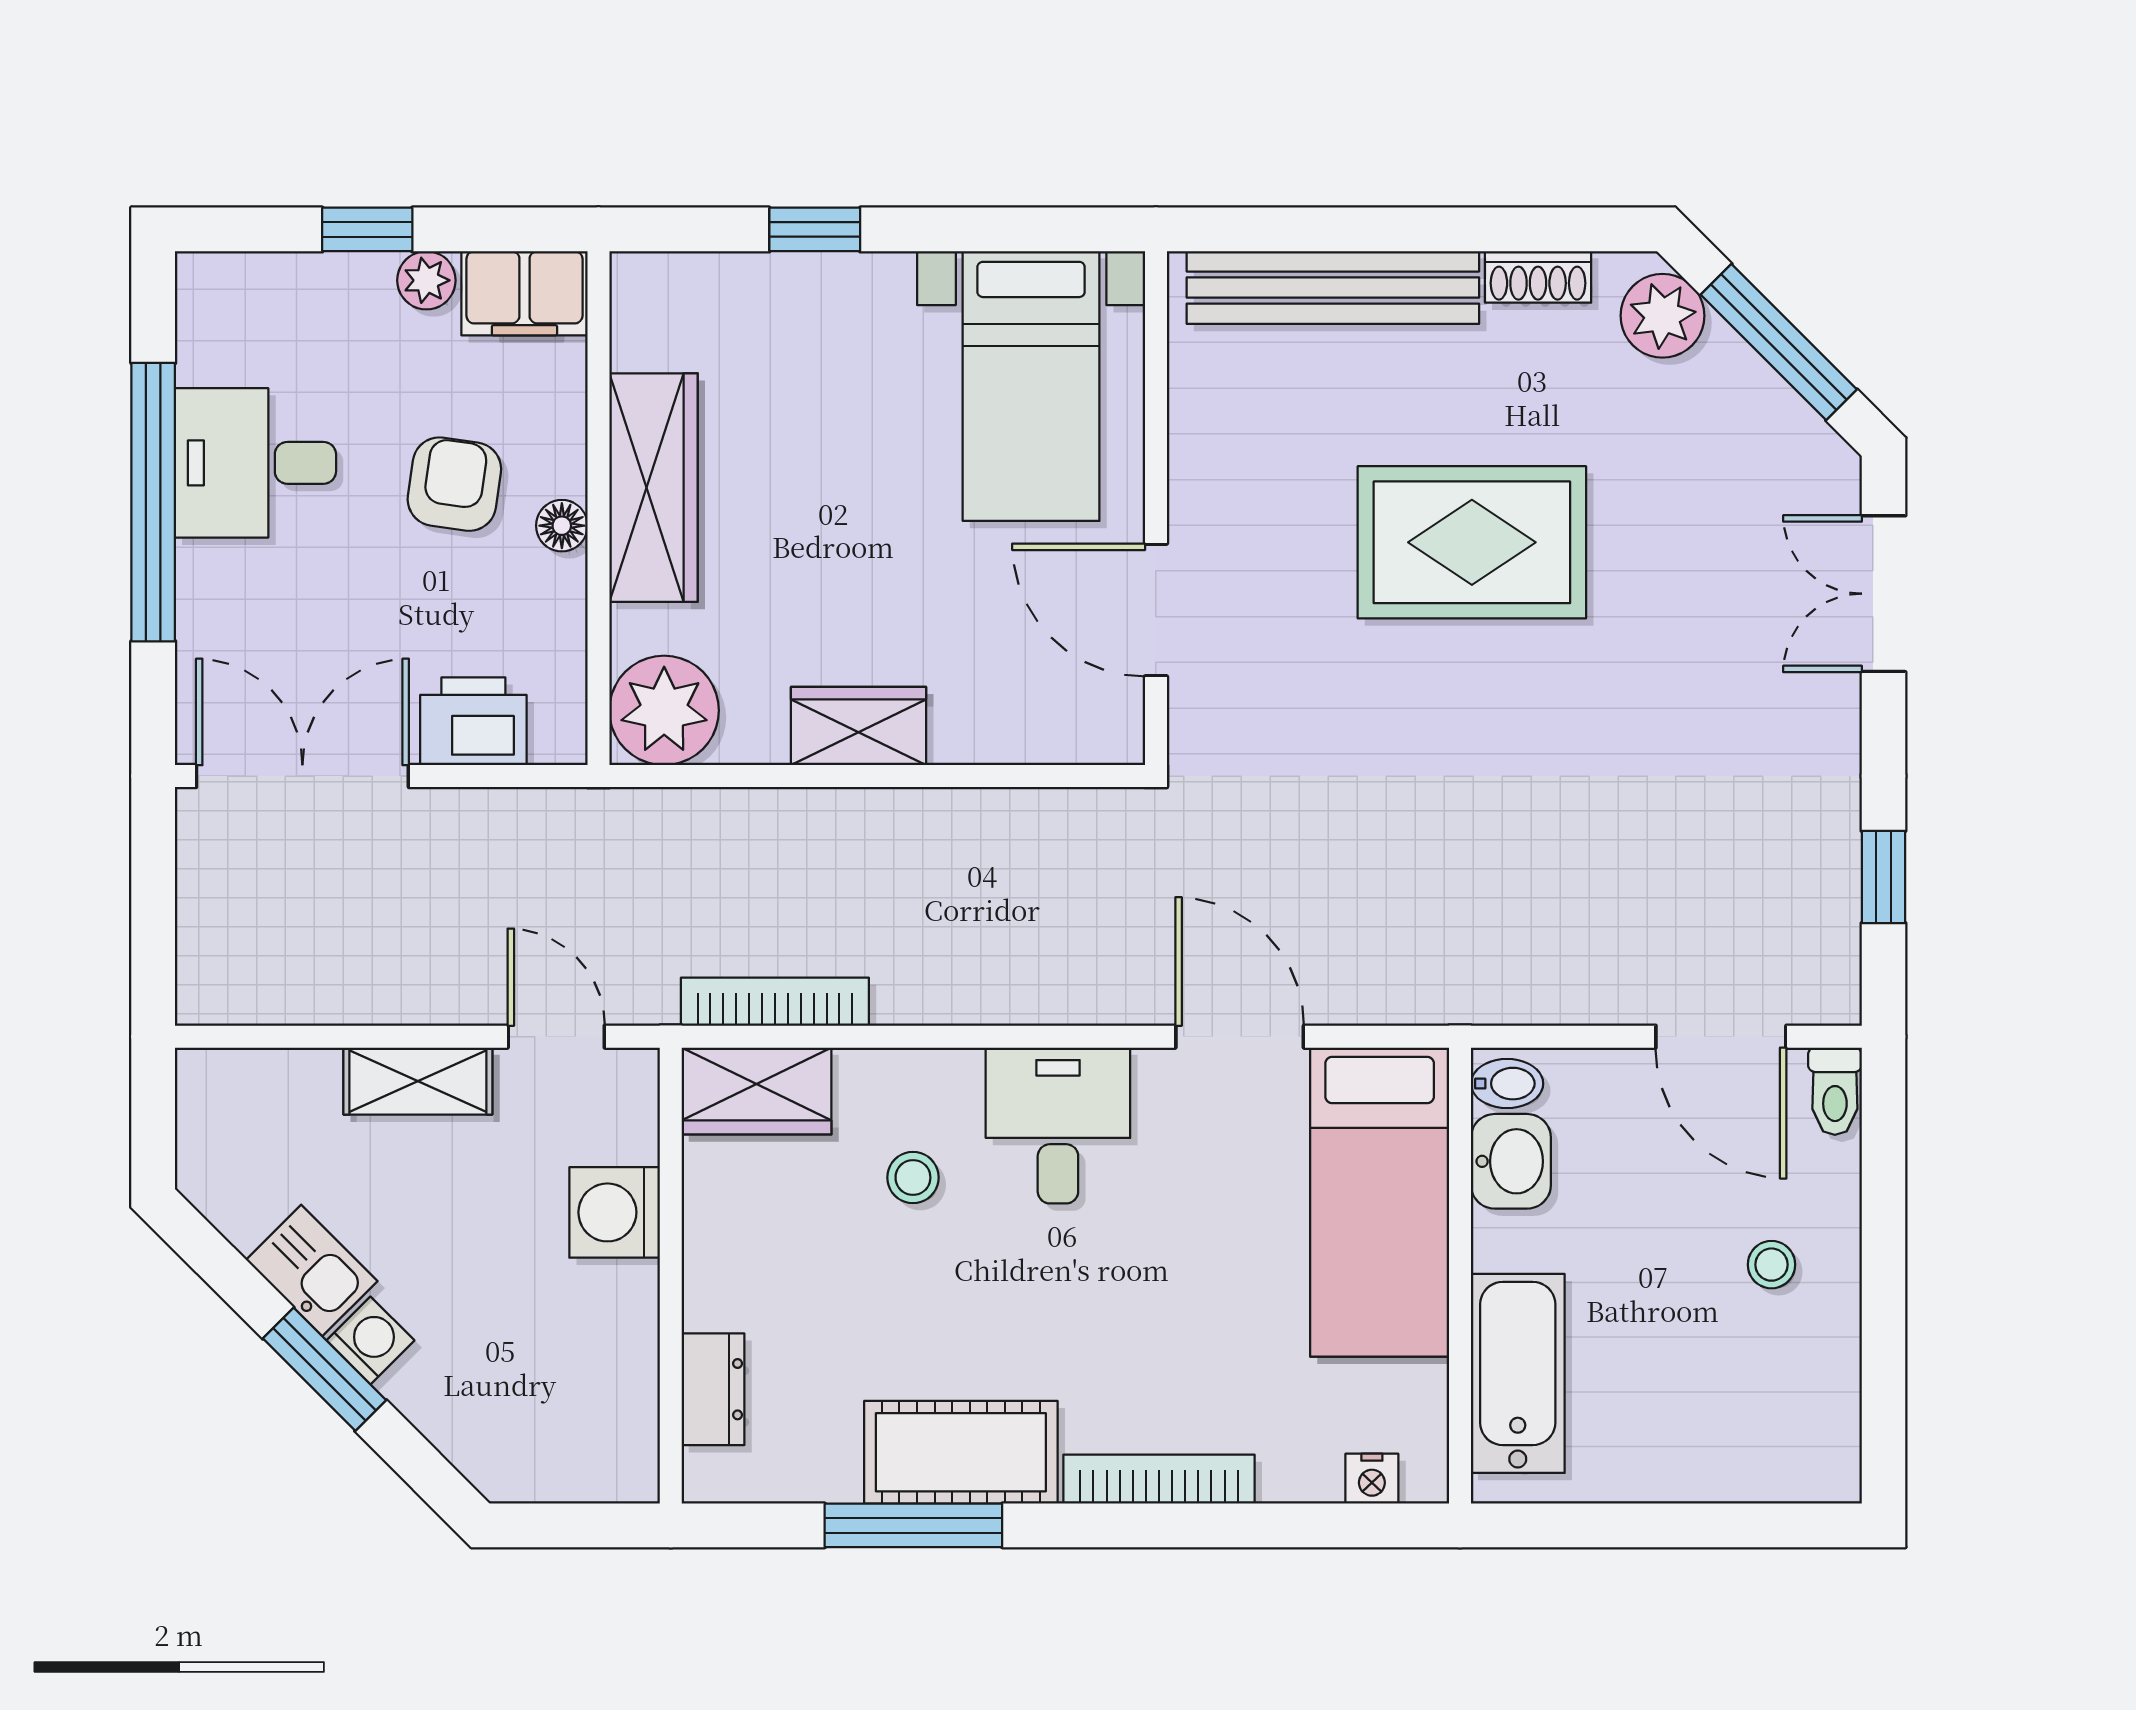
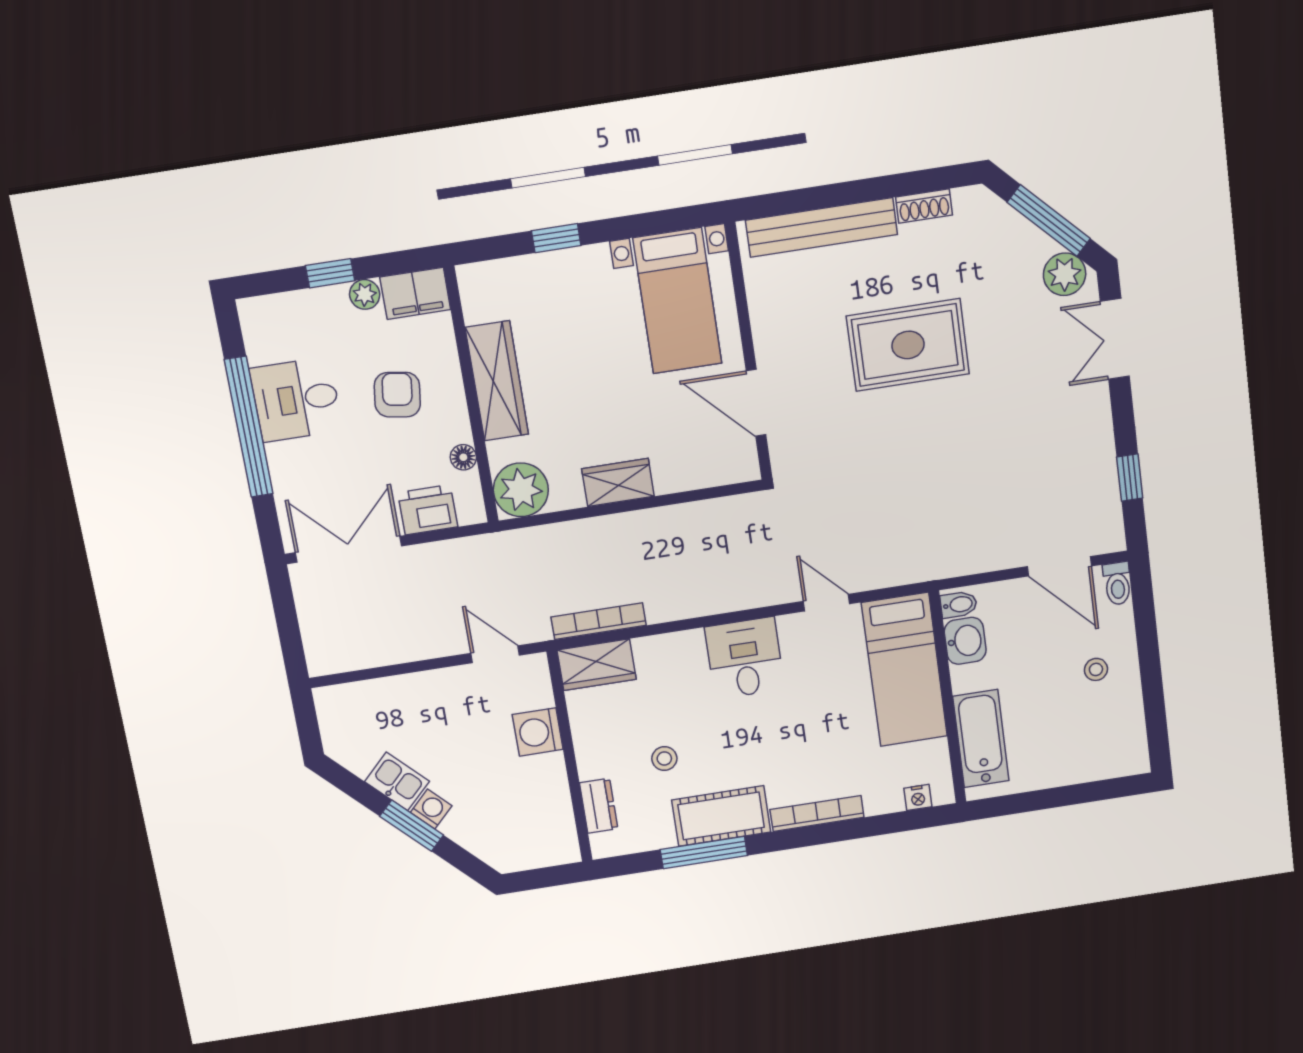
plant: (1662, 316) -> (1065, 274), moved
floor lamp: (562, 526) -> (463, 457), moved
door: (1240, 1037) -> (826, 603), width x0.73
shelving: (418, 1081) -> (432, 686), removed
stool: (913, 1178) -> (664, 759), moved

